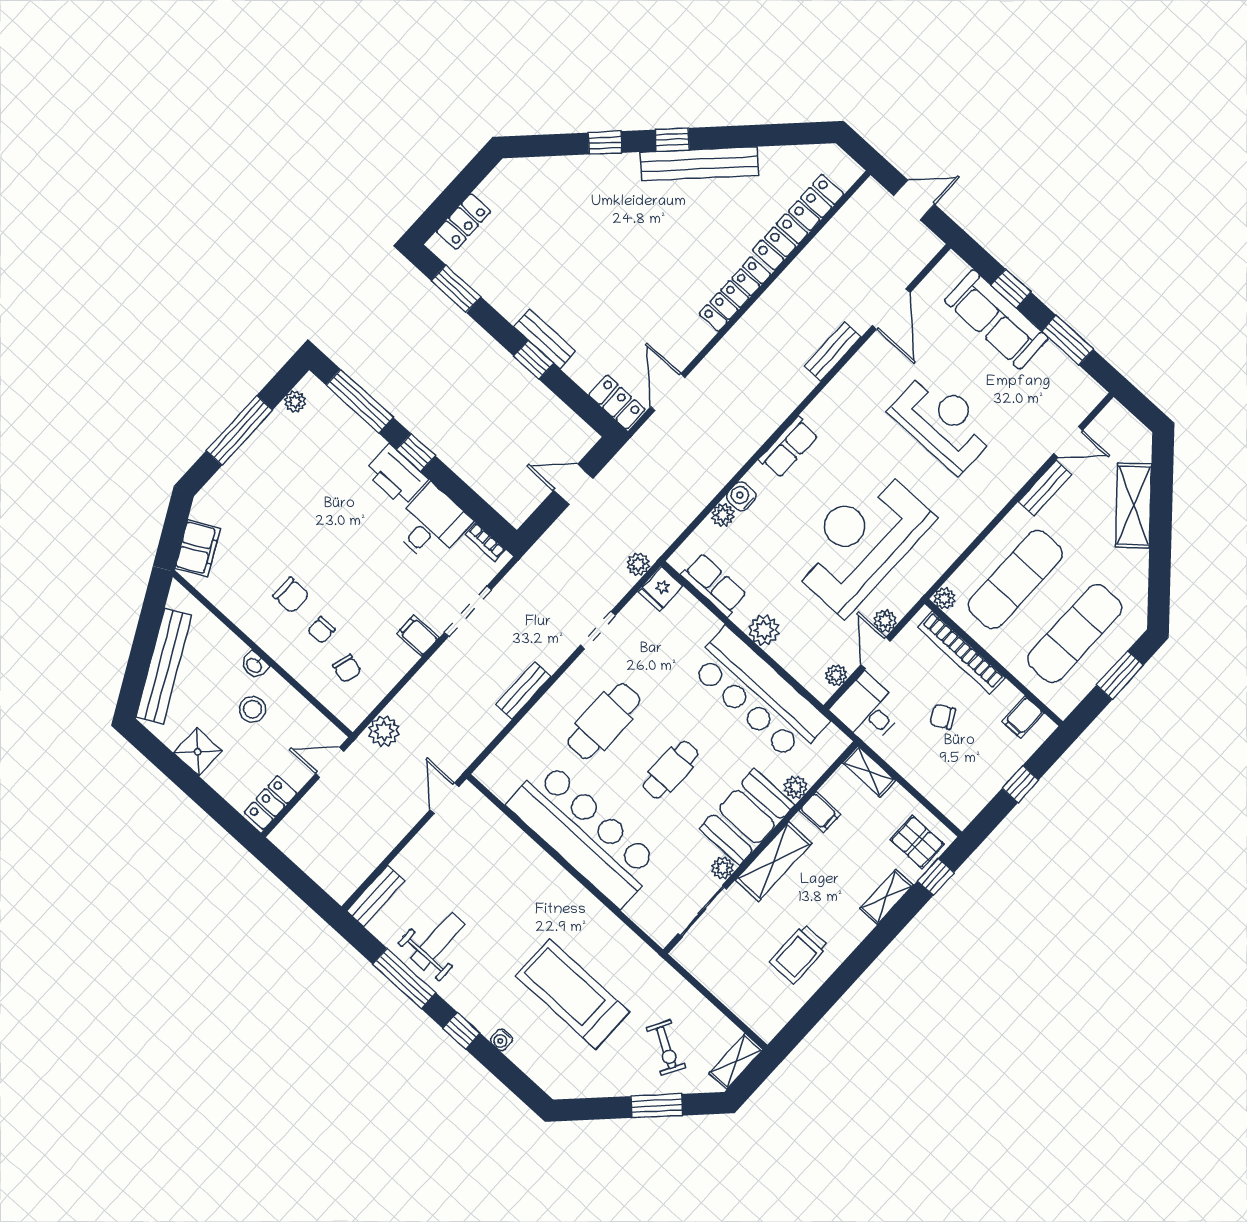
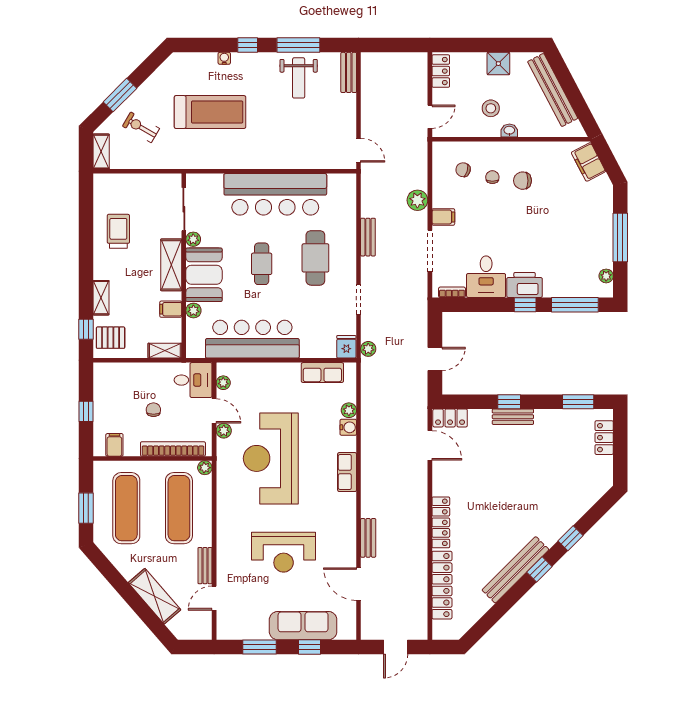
reception desk: (861, 541) -> (271, 458), turned 180
plant: (764, 630) -> (278, 373), removed
chair: (943, 717) -> (153, 410), turned -62
plant: (384, 731) -> (417, 200), moved

